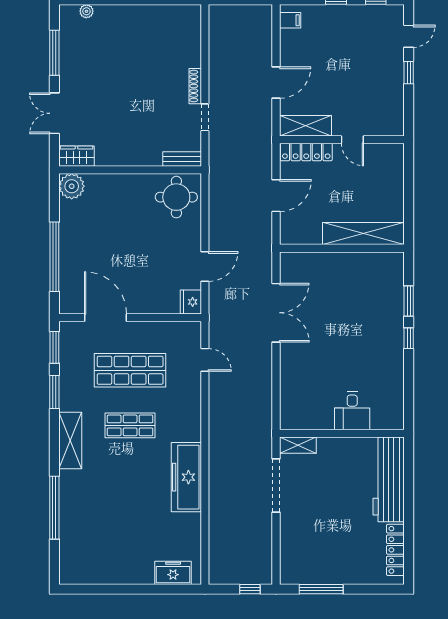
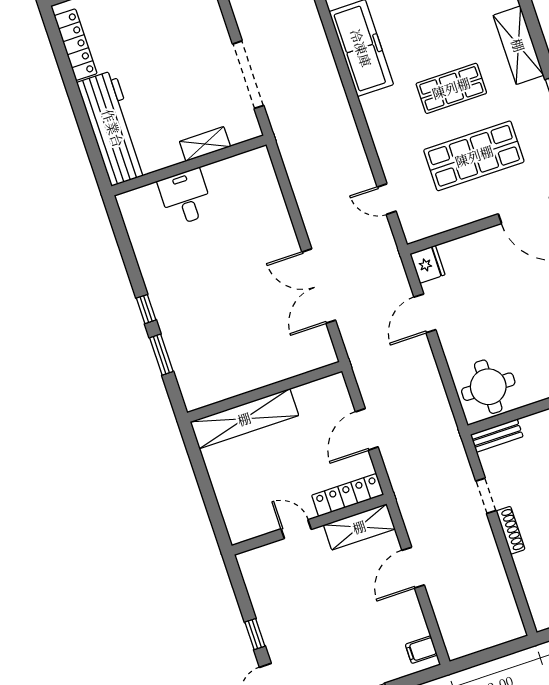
shelving: (298, 445) -> (205, 144), moved

